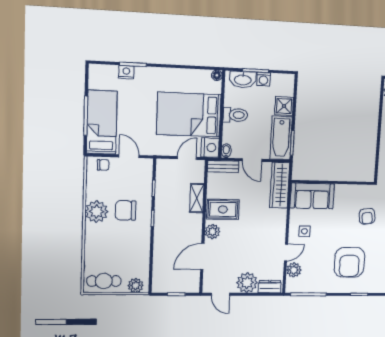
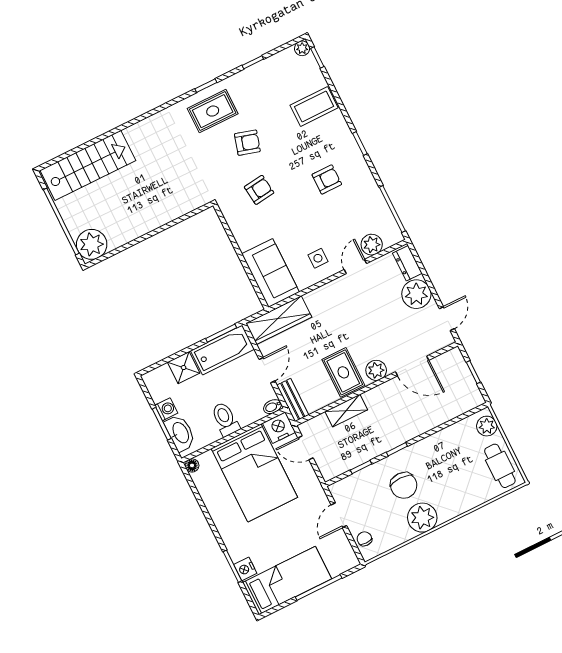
bed: (102, 122) -> (287, 581), moved, turned 180
door: (286, 252) -> (355, 267), hinge flipped
armchair: (349, 262) -> (327, 179), width x0.53, depth x0.53

